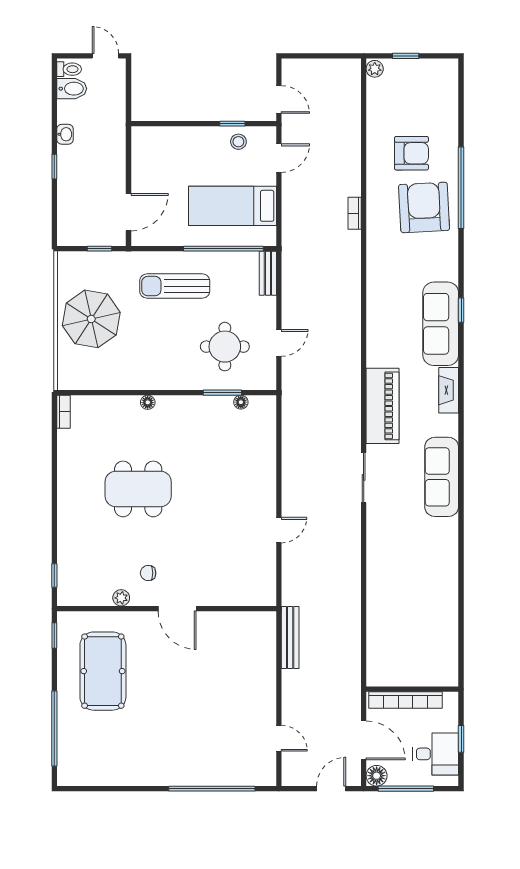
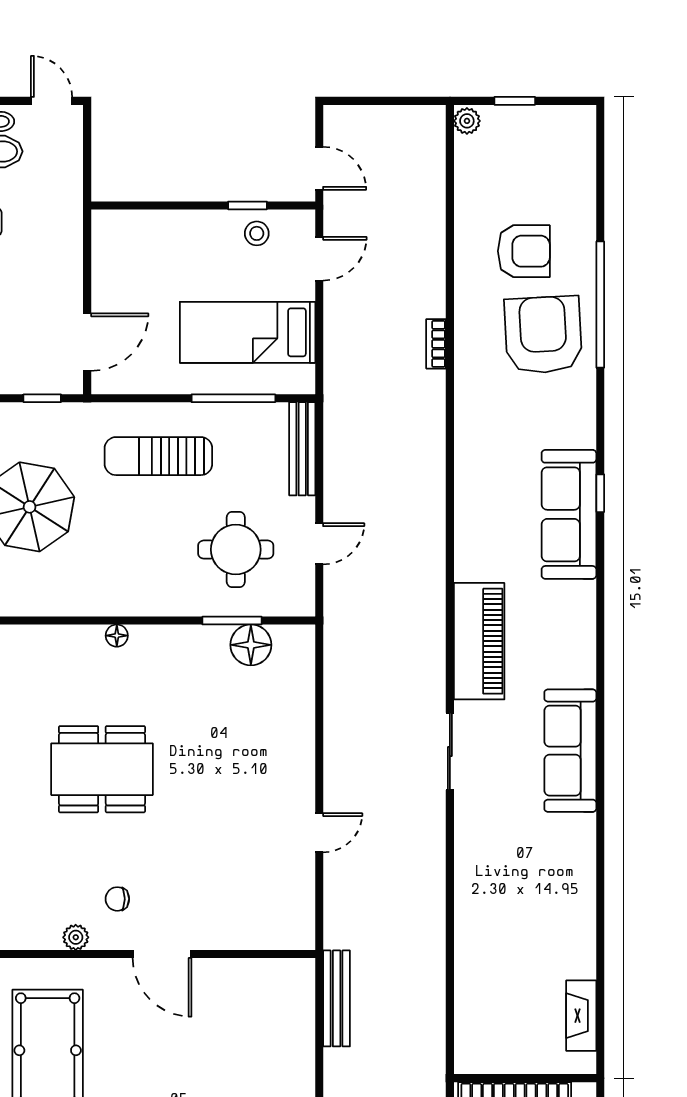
window: (223, 249) -> (233, 398), width x0.68
bench: (268, 273) -> (302, 449), width x1.36
fireplace: (449, 390) -> (581, 1016), moved
floor lamp: (241, 402) -> (251, 645), width x1.89, depth x1.89

